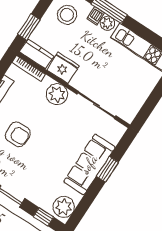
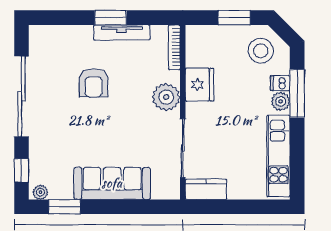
window: (29, 27) -> (234, 18), moved
kitchen counter: (37, 54) -> (206, 189), moved, turned -90
window: (108, 169) -> (64, 207), moved
plant: (64, 207) -> (40, 192), width x0.53, depth x0.53

